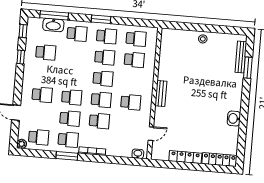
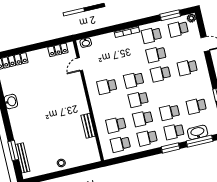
window: (101, 19) -> (170, 148), moved
bench: (161, 93) -> (88, 126), moved
school desk: (99, 121) -> (170, 112), moved
window: (67, 156) -> (170, 15), moved
locker: (185, 157) -> (58, 50), moved, width x0.66

